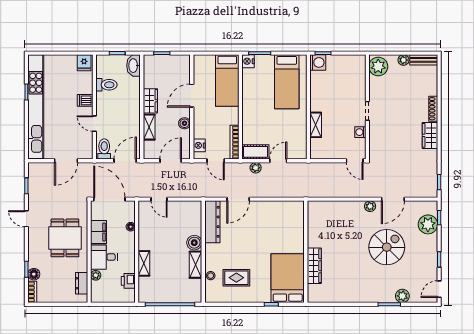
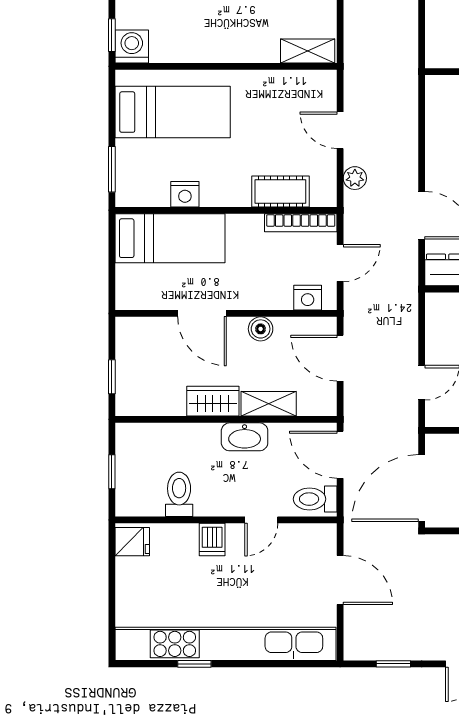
nightstand: (248, 61) -> (185, 194), moved
washbasin: (134, 66) -> (245, 437), moved
shelving: (316, 125) -> (308, 51), moved
cot: (255, 152) -> (280, 191), moved, turned 90

